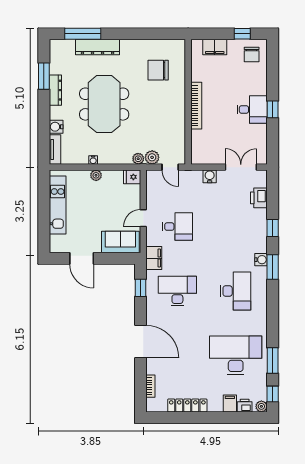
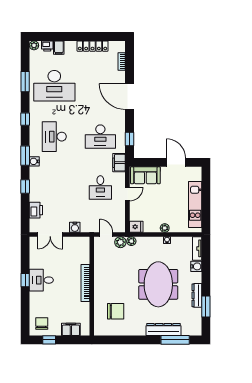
desk: (177, 227) -> (100, 187), turned -90
window: (273, 394) -> (25, 119), moved

